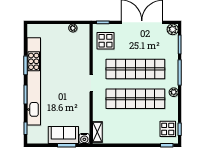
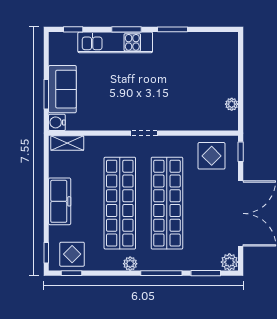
kitchen unit: (34, 81) -> (115, 42), width x0.54
freezer: (134, 137) -> (60, 201), added

